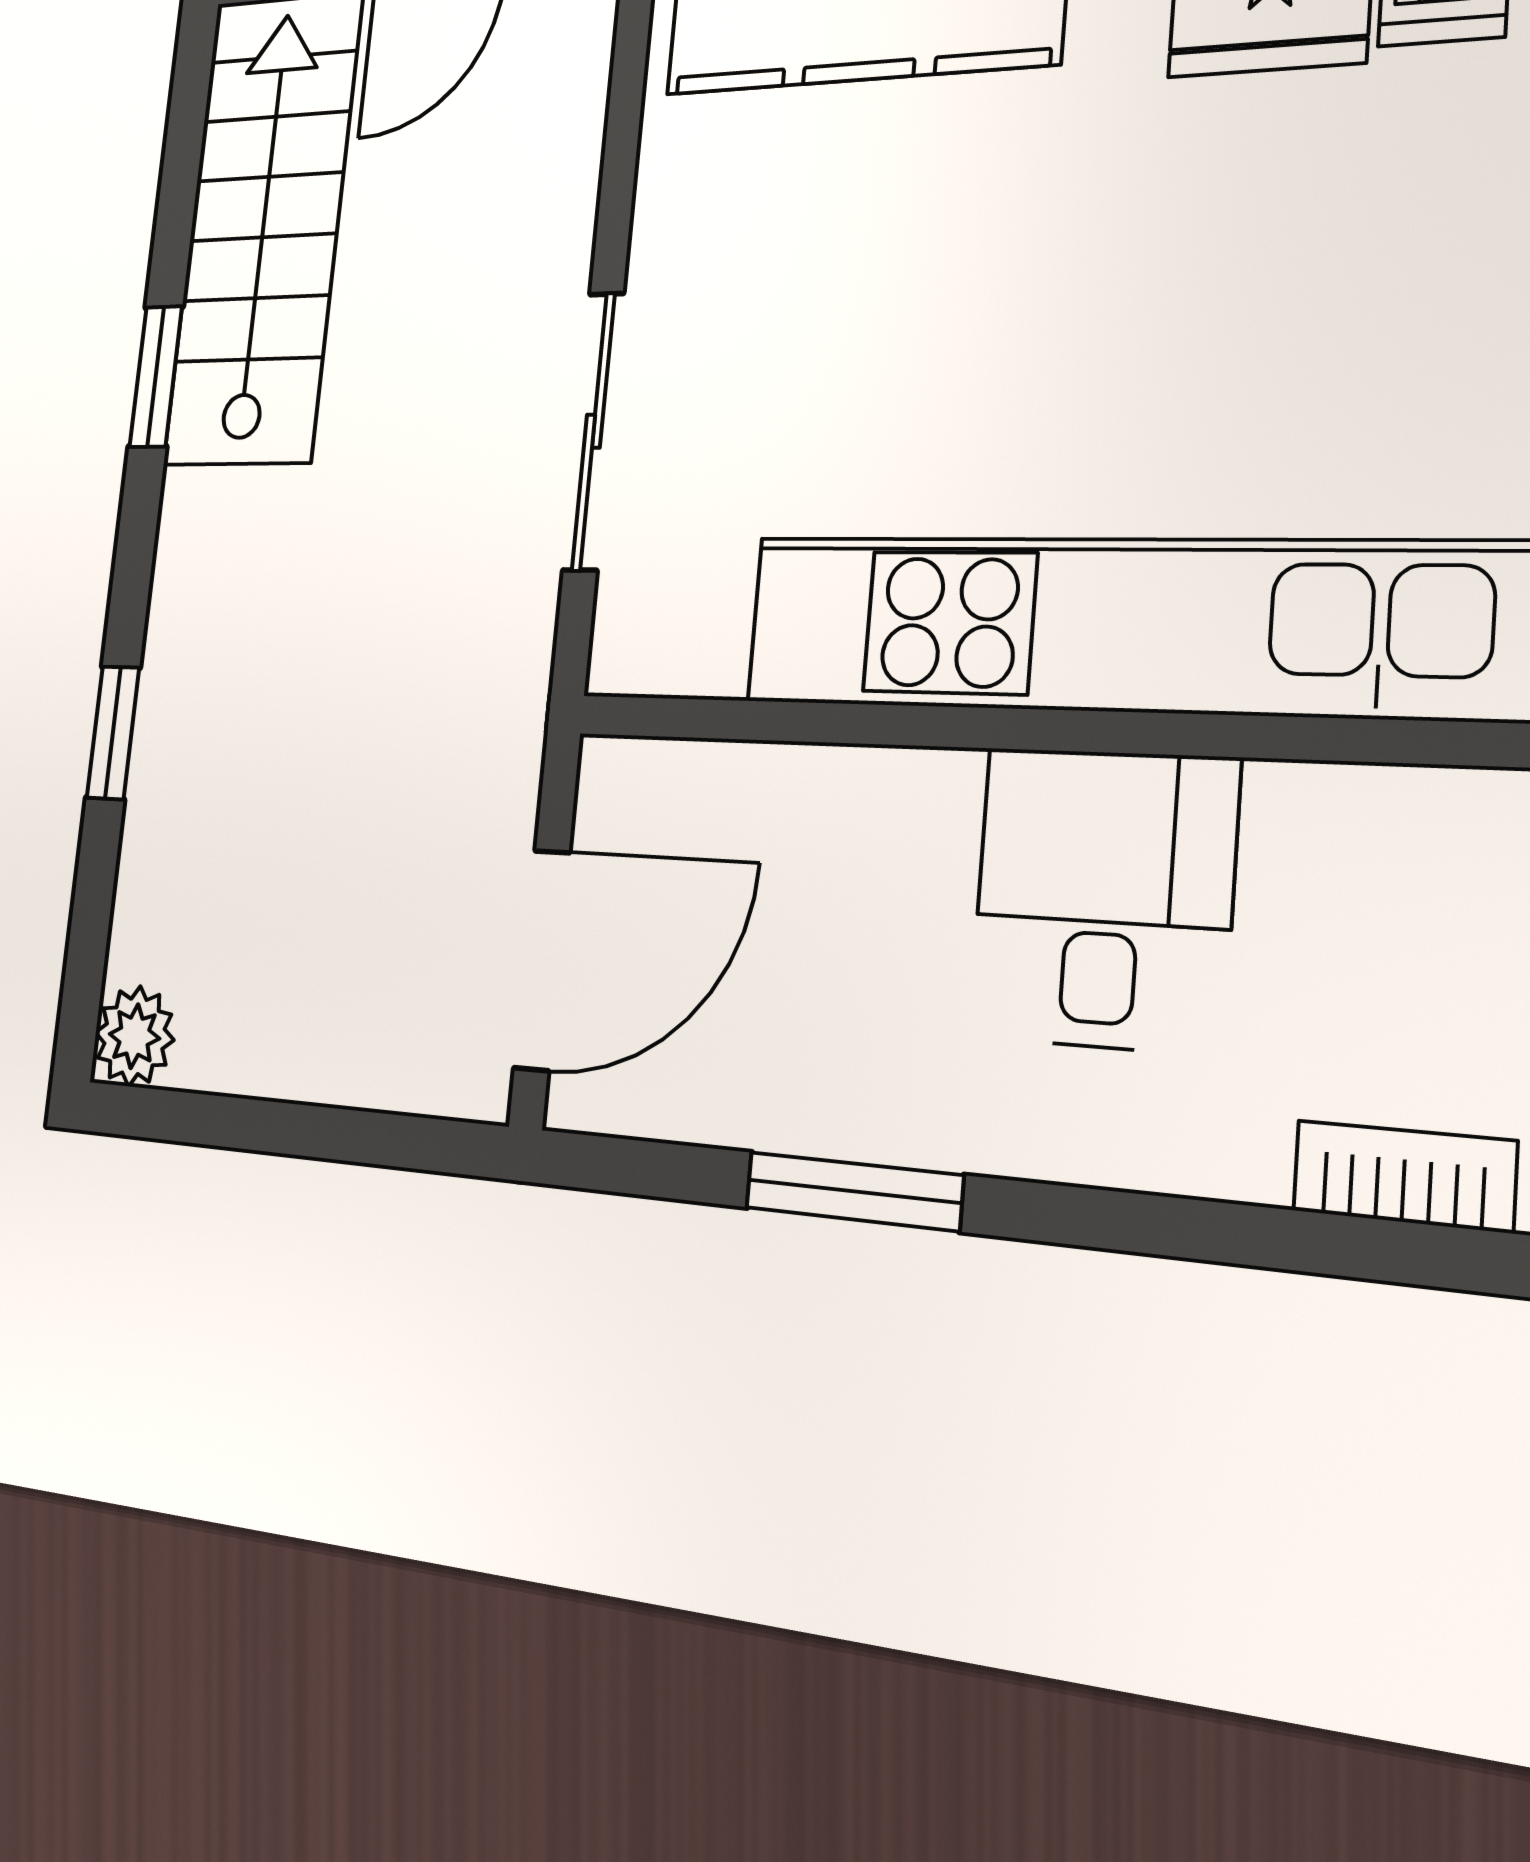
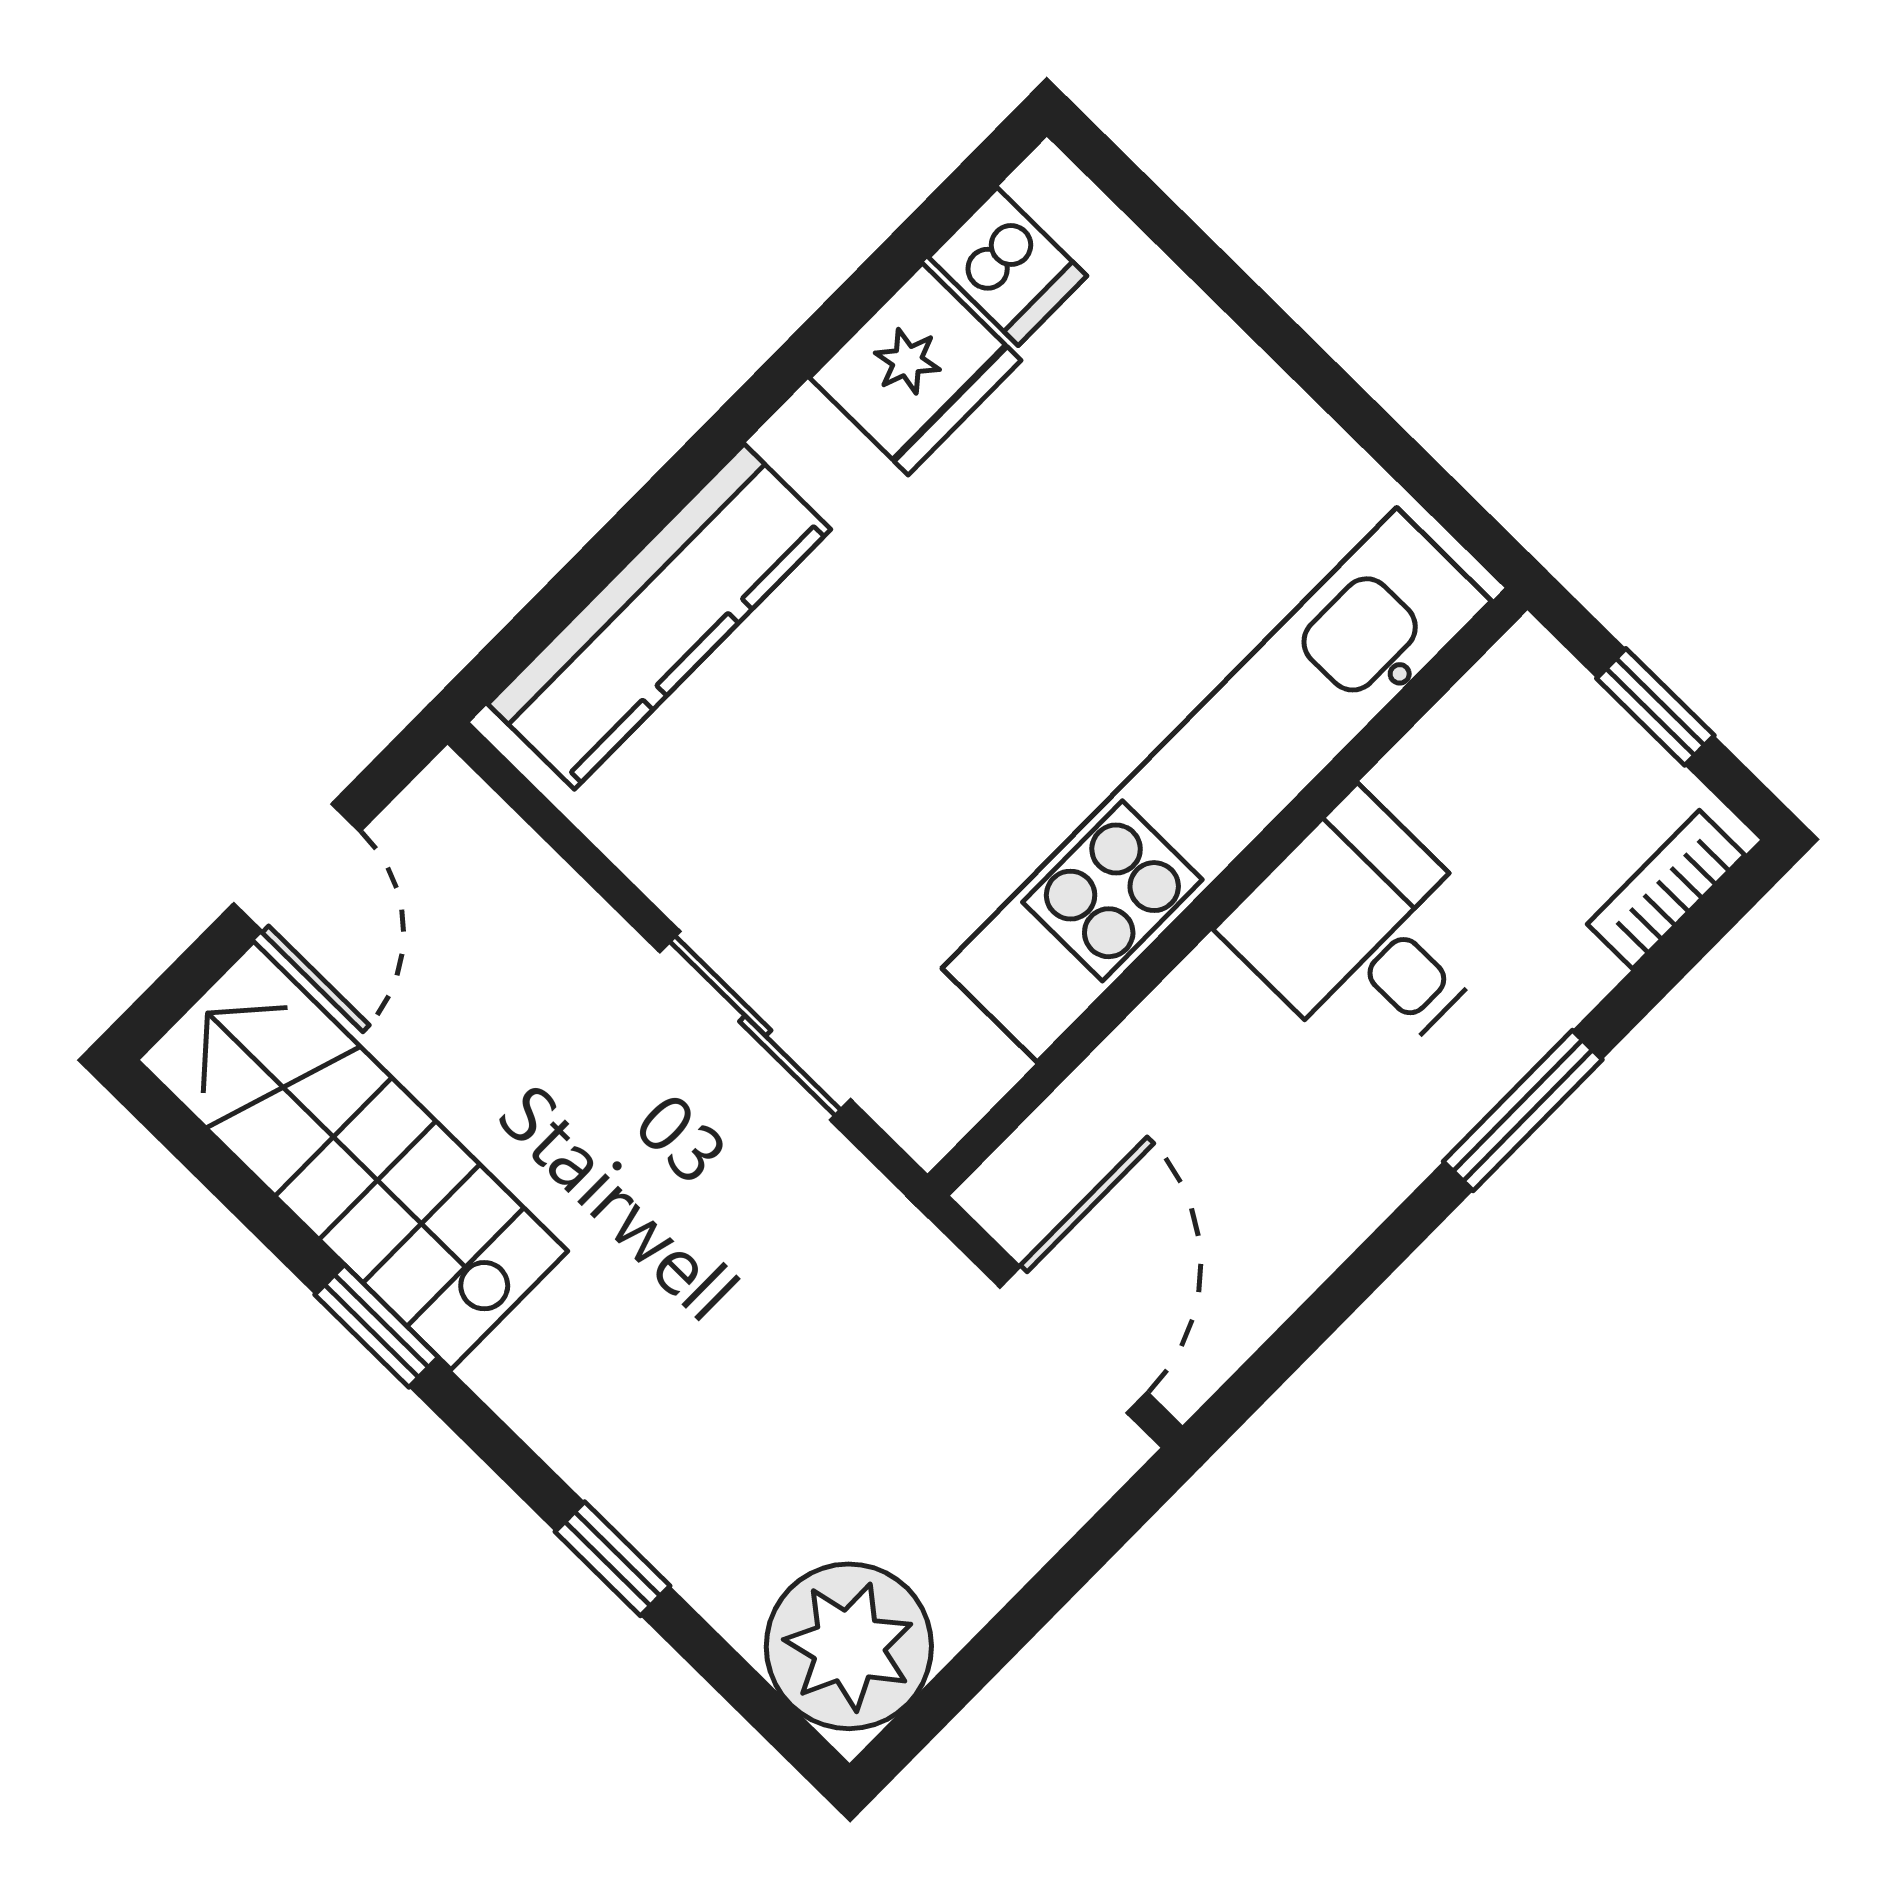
plant: (134, 1036) -> (849, 1646), width x1.87, depth x1.87
window: (854, 1191) -> (1523, 1110), moved

